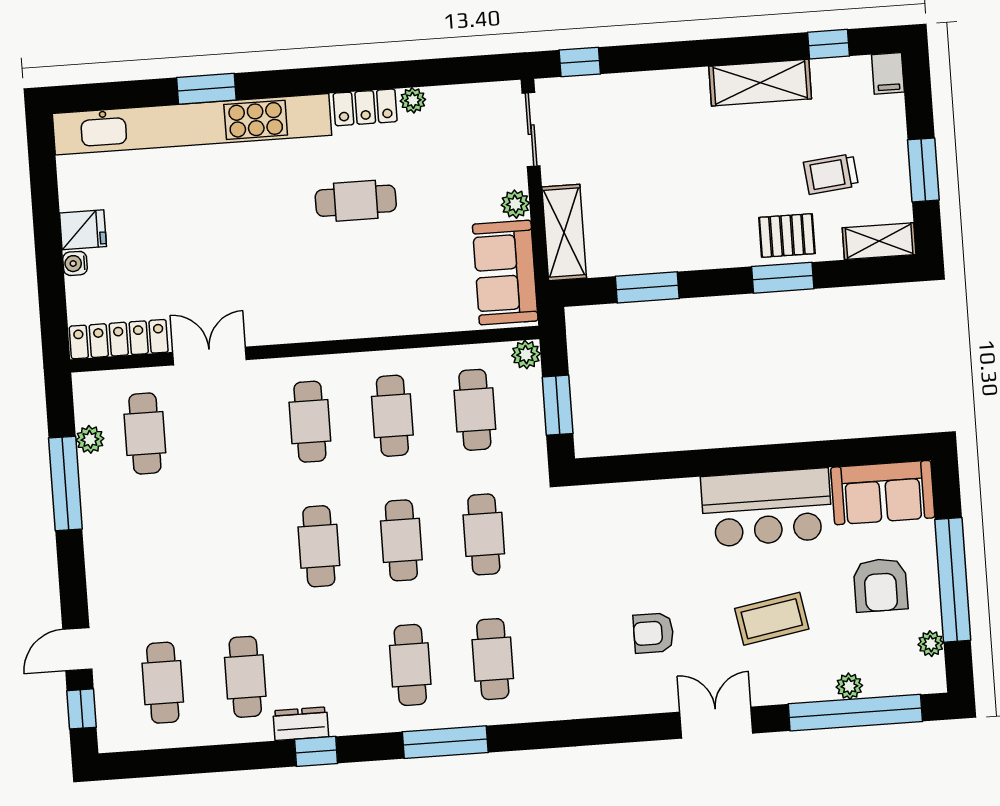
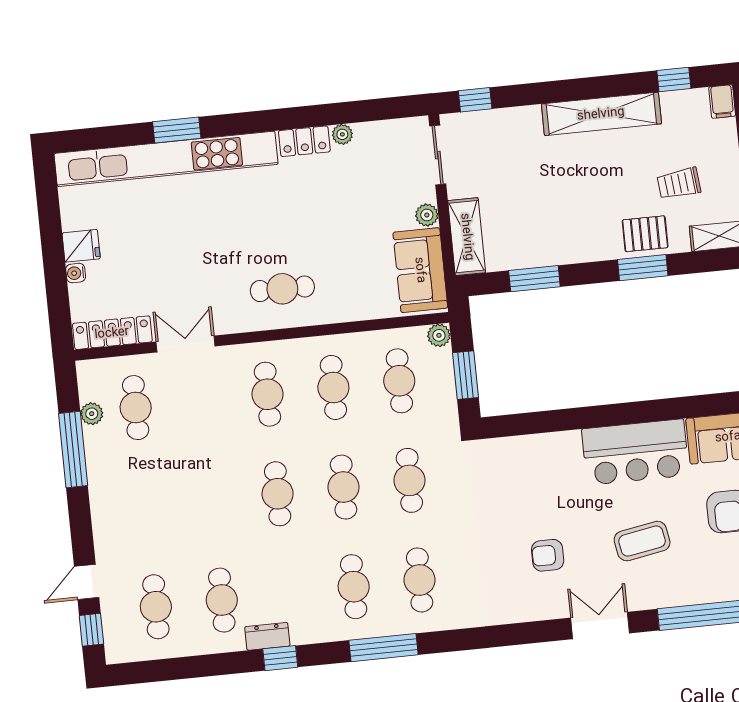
shelving: (760, 83) -> (601, 114), width x1.47
cafe table: (356, 201) -> (282, 289), moved
plant: (849, 686) -> (706, 593), removed

